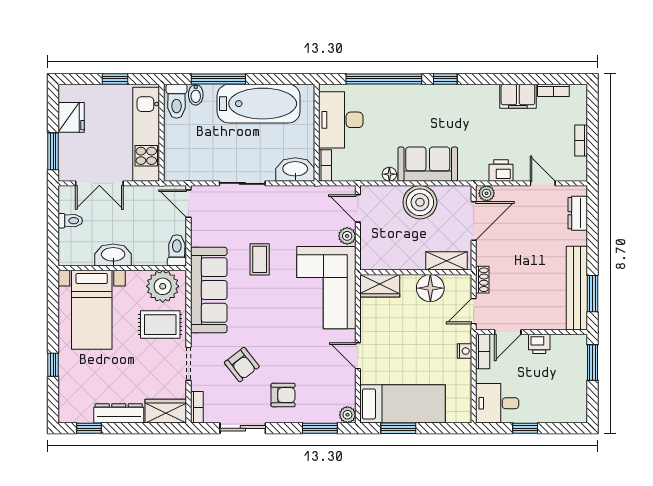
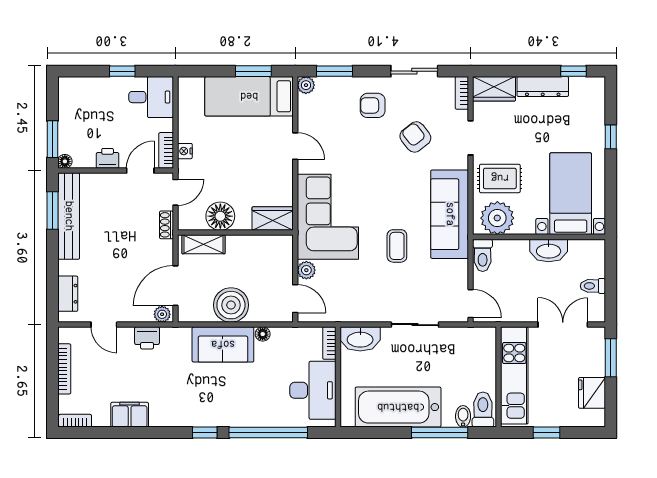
bookcase: (553, 90) -> (75, 421), moved
bookcase: (581, 140) -> (64, 369), width x1.56
floor lamp: (580, 341) -> (65, 161), added

